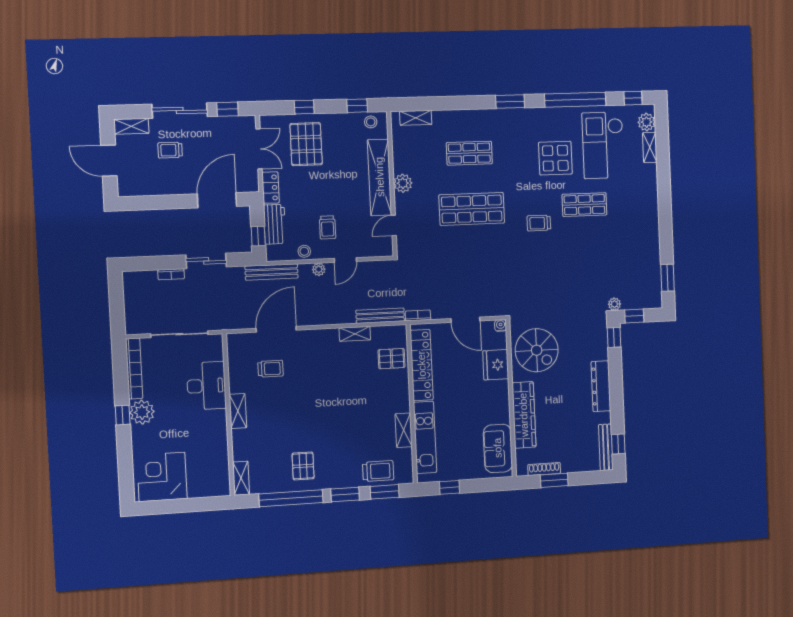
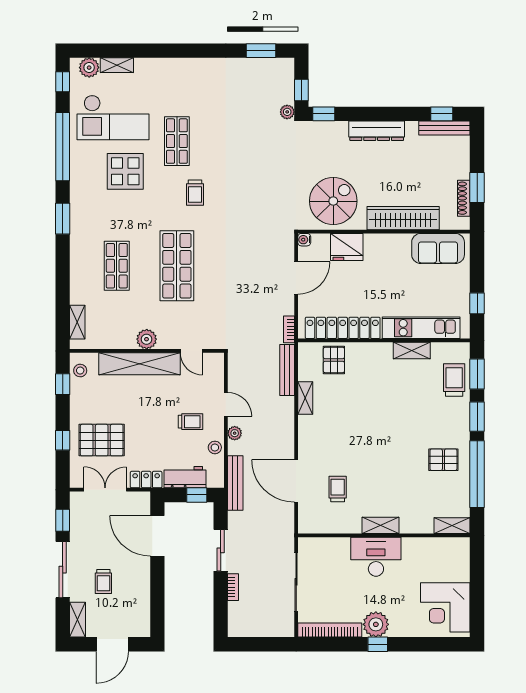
desk: (206, 386) -> (376, 557), moved

